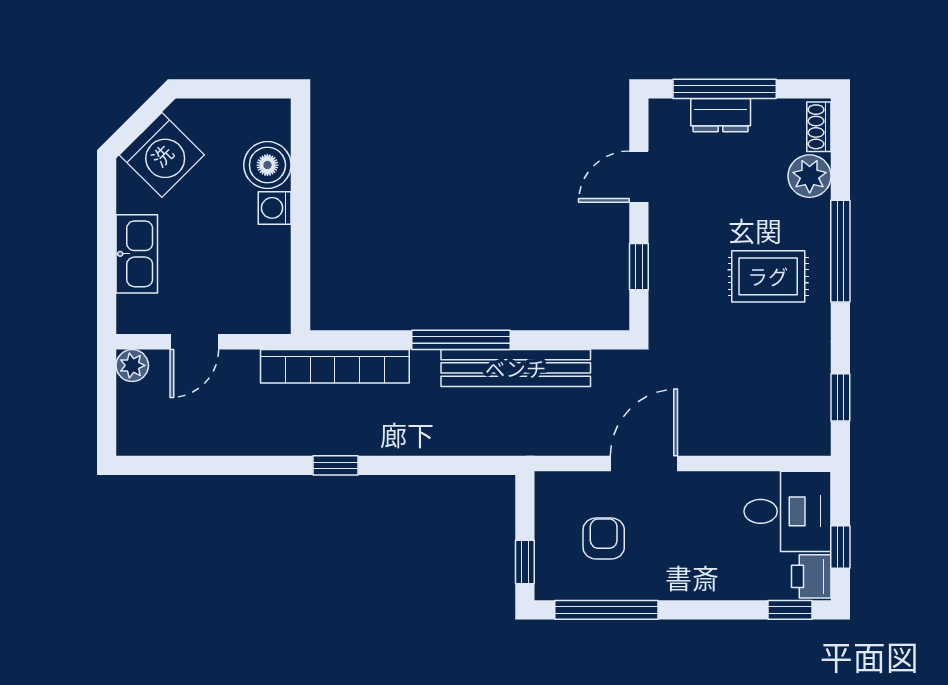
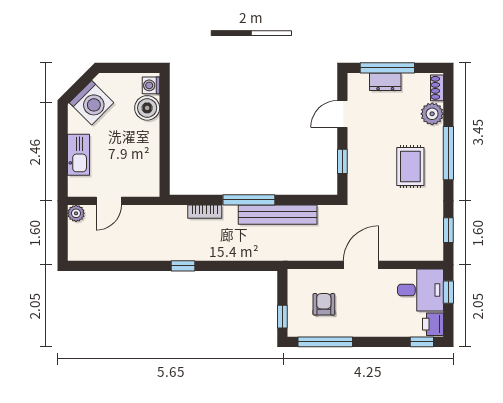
washing machine: (275, 208) -> (151, 85), moved
rug: (768, 276) -> (410, 167), turned 90
bookcase: (335, 366) -> (205, 212), width x0.43, depth x0.76
door: (644, 463) -> (361, 265), moved
window: (840, 547) -> (448, 292), moved

